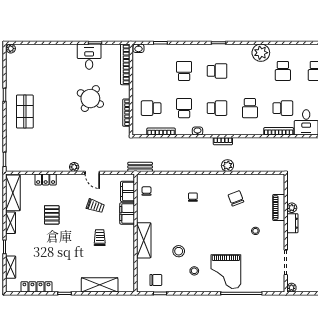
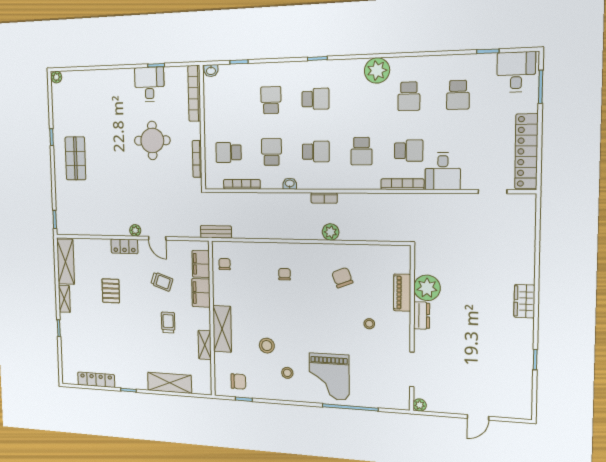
round table: (90, 99) -> (152, 140), turned -30
locker: (46, 179) -> (124, 246), moved
plant: (292, 208) -> (427, 288), width x1.88, depth x1.88
shelving: (11, 267) -> (205, 345), moved

